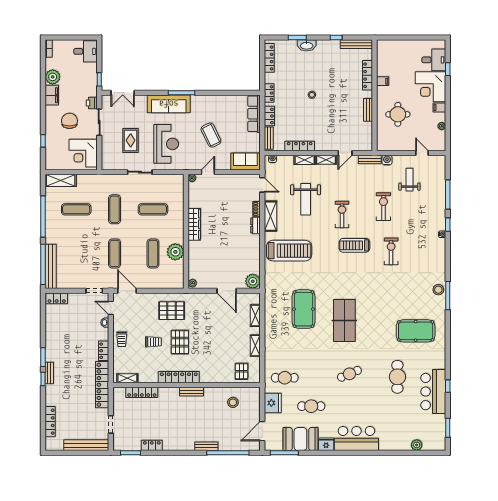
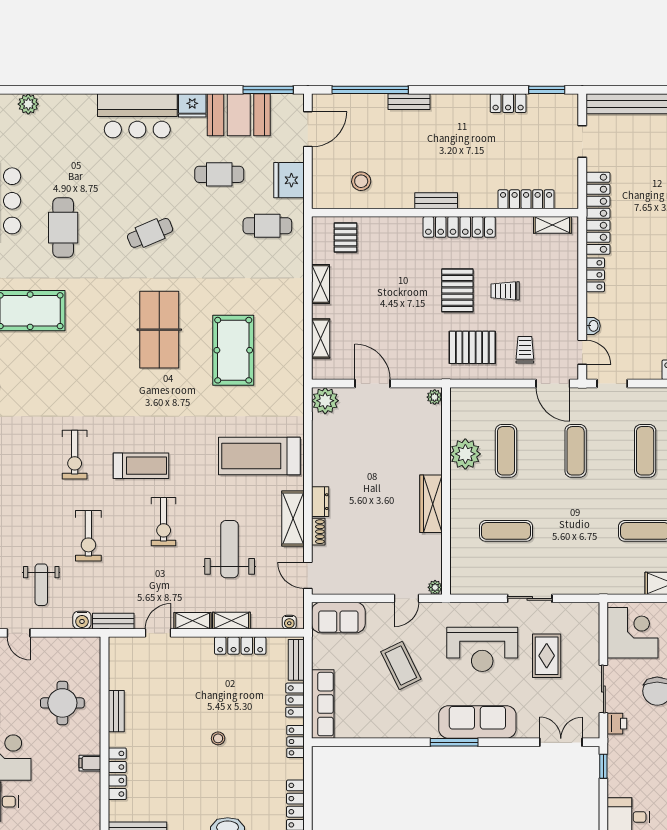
reception desk: (166, 144) -> (482, 649), turned -90
exercise mat: (115, 209) -> (645, 451), moved
trolley: (122, 339) -> (525, 350), moved

